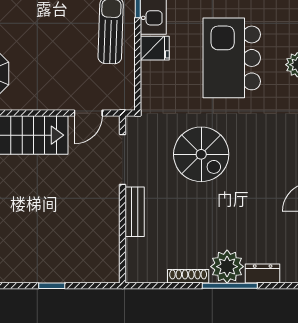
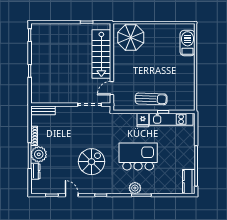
door: (88, 113) -> (112, 88), hinge flipped
spiral stairs: (201, 154) -> (91, 162), moved, turned 180
bench: (135, 212) -> (43, 110), moved

